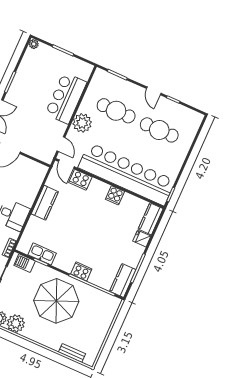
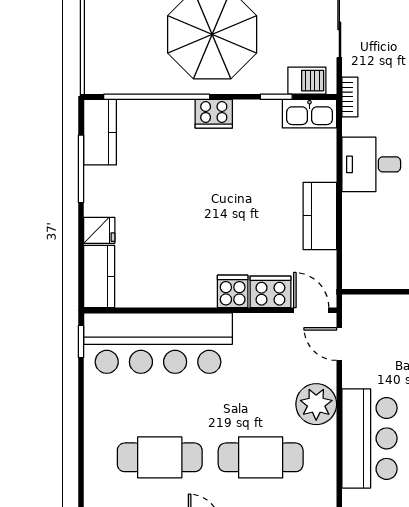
bar counter: (127, 174) -> (158, 343), width x0.73
cooker: (115, 195) -> (233, 291), moved
kitchen sink: (42, 254) -> (310, 114), moved
cooker: (81, 271) -> (214, 114), moved

